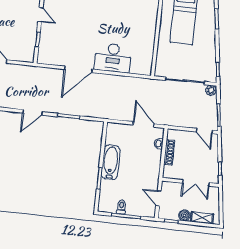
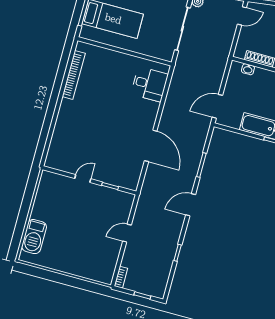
desk: (113, 58) -> (149, 84), moved, width x0.73
door: (32, 112) -> (191, 205), swing flipped
door: (144, 124) -> (217, 106), moved

